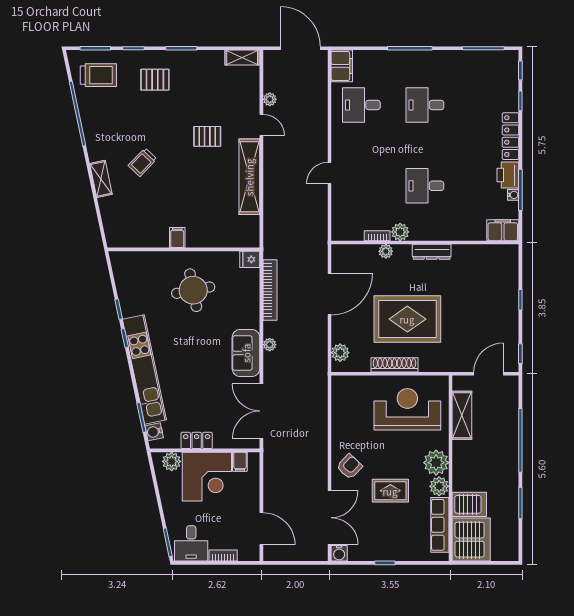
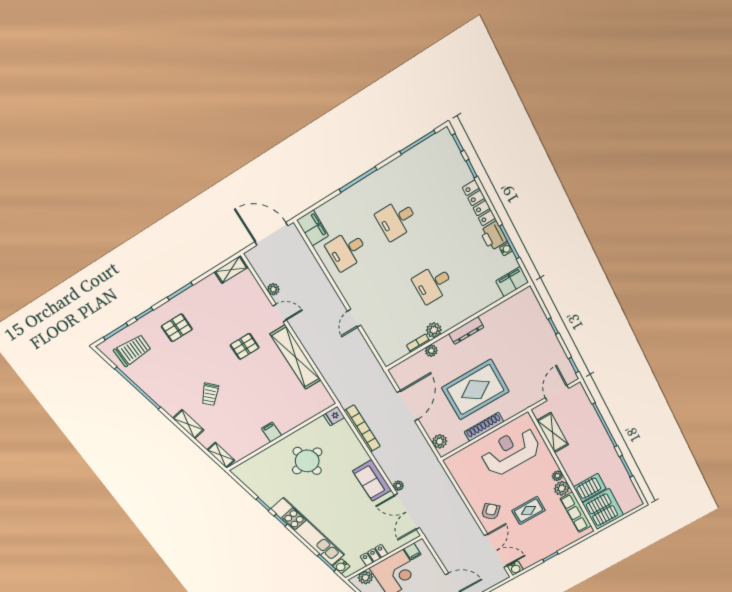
shelving: (111, 230) -> (221, 455), added
plant: (270, 345) -> (398, 486), moved
plant: (436, 463) -> (557, 476), width x0.53, depth x0.53

